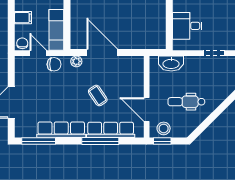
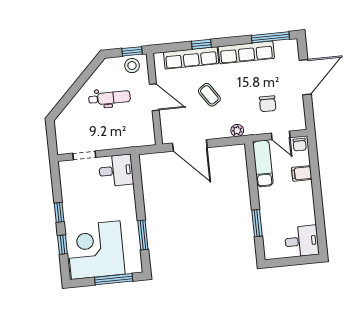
desk: (187, 26) -> (116, 171), moved
door: (102, 53) -> (190, 145), moved
washbasin: (171, 63) -> (131, 139), removed
chair: (54, 64) -> (268, 104), moved, turned -90
door: (147, 109) -> (154, 97), moved
window: (100, 141) -> (201, 44), width x0.46

